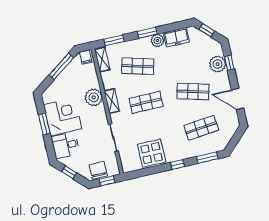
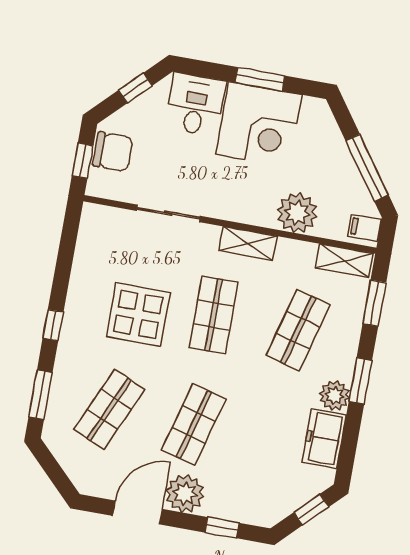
plant: (218, 64) -> (185, 494), moved
plant: (94, 97) -> (297, 213), moved
shop shelf: (201, 128) -> (109, 409), turned 30
display table: (151, 153) -> (138, 315), moved

